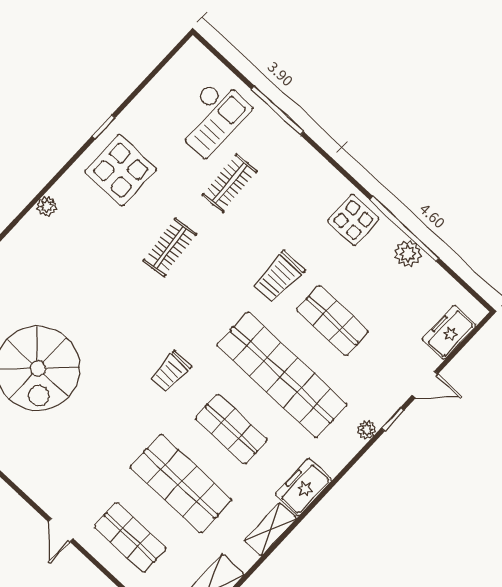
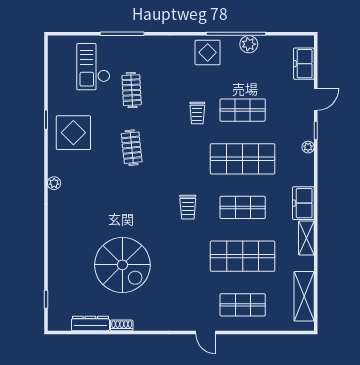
checkout: (211, 117) -> (93, 67), turned 180
trolley: (279, 277) -> (197, 113), width x0.73, depth x0.72
shop shelf: (282, 375) -> (243, 159), width x0.71

